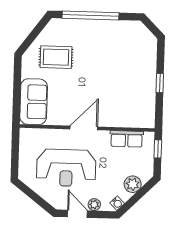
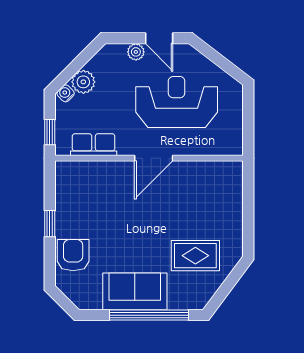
armchair: (144, 60) -> (73, 255), added
sofa: (34, 102) -> (135, 291), moved, turned 90
water cooler: (117, 203) -> (66, 93), moved

